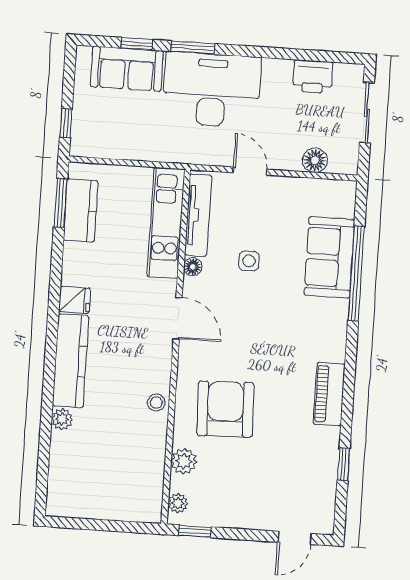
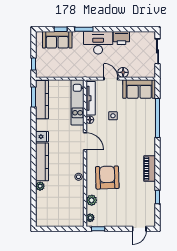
printer: (313, 77) -> (121, 38), moved
desk: (212, 90) -> (98, 43), width x0.73, depth x0.77
floor lamp: (315, 160) -> (123, 72), moved
kitchen counter: (81, 211) -> (42, 100), width x1.50
sofa: (329, 257) -> (139, 89), moved, turned -90

